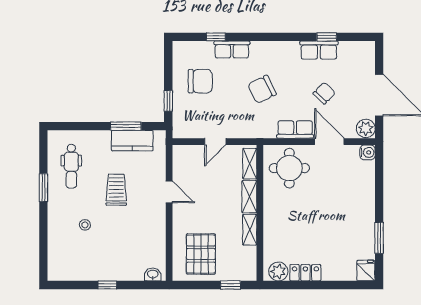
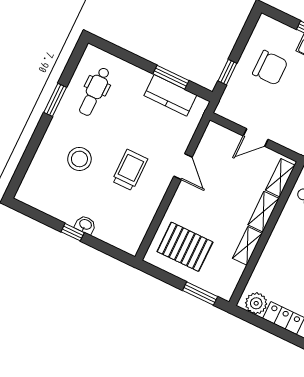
trolley: (116, 190) -> (130, 170), moved
stool: (85, 225) -> (79, 159), width x1.89, depth x1.89
pallet: (201, 254) -> (185, 247), turned 90
washbasin: (153, 274) -> (85, 225), moved
window: (230, 285) -> (200, 293), width x1.50

